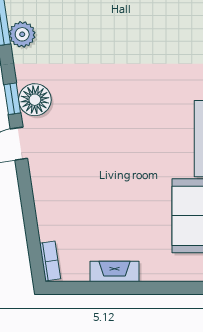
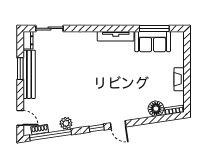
floor lamp: (35, 100) -> (156, 109), moved

